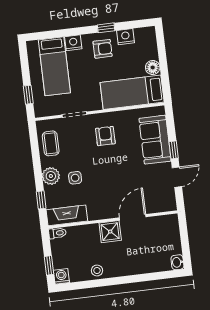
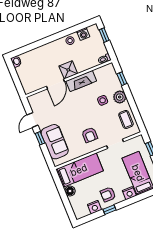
fireplace: (67, 215) -> (81, 81), moved
washing machine: (61, 276) -> (83, 34), moved

